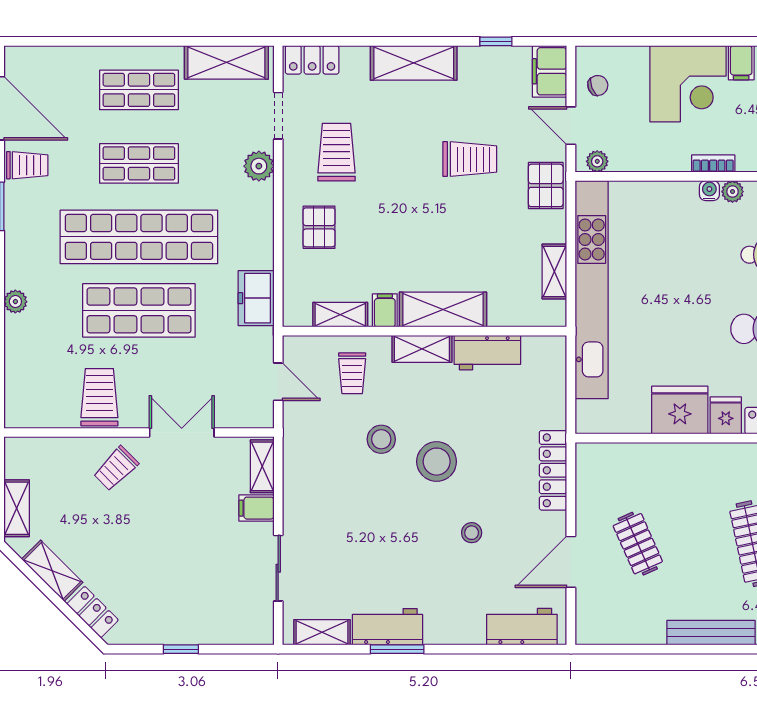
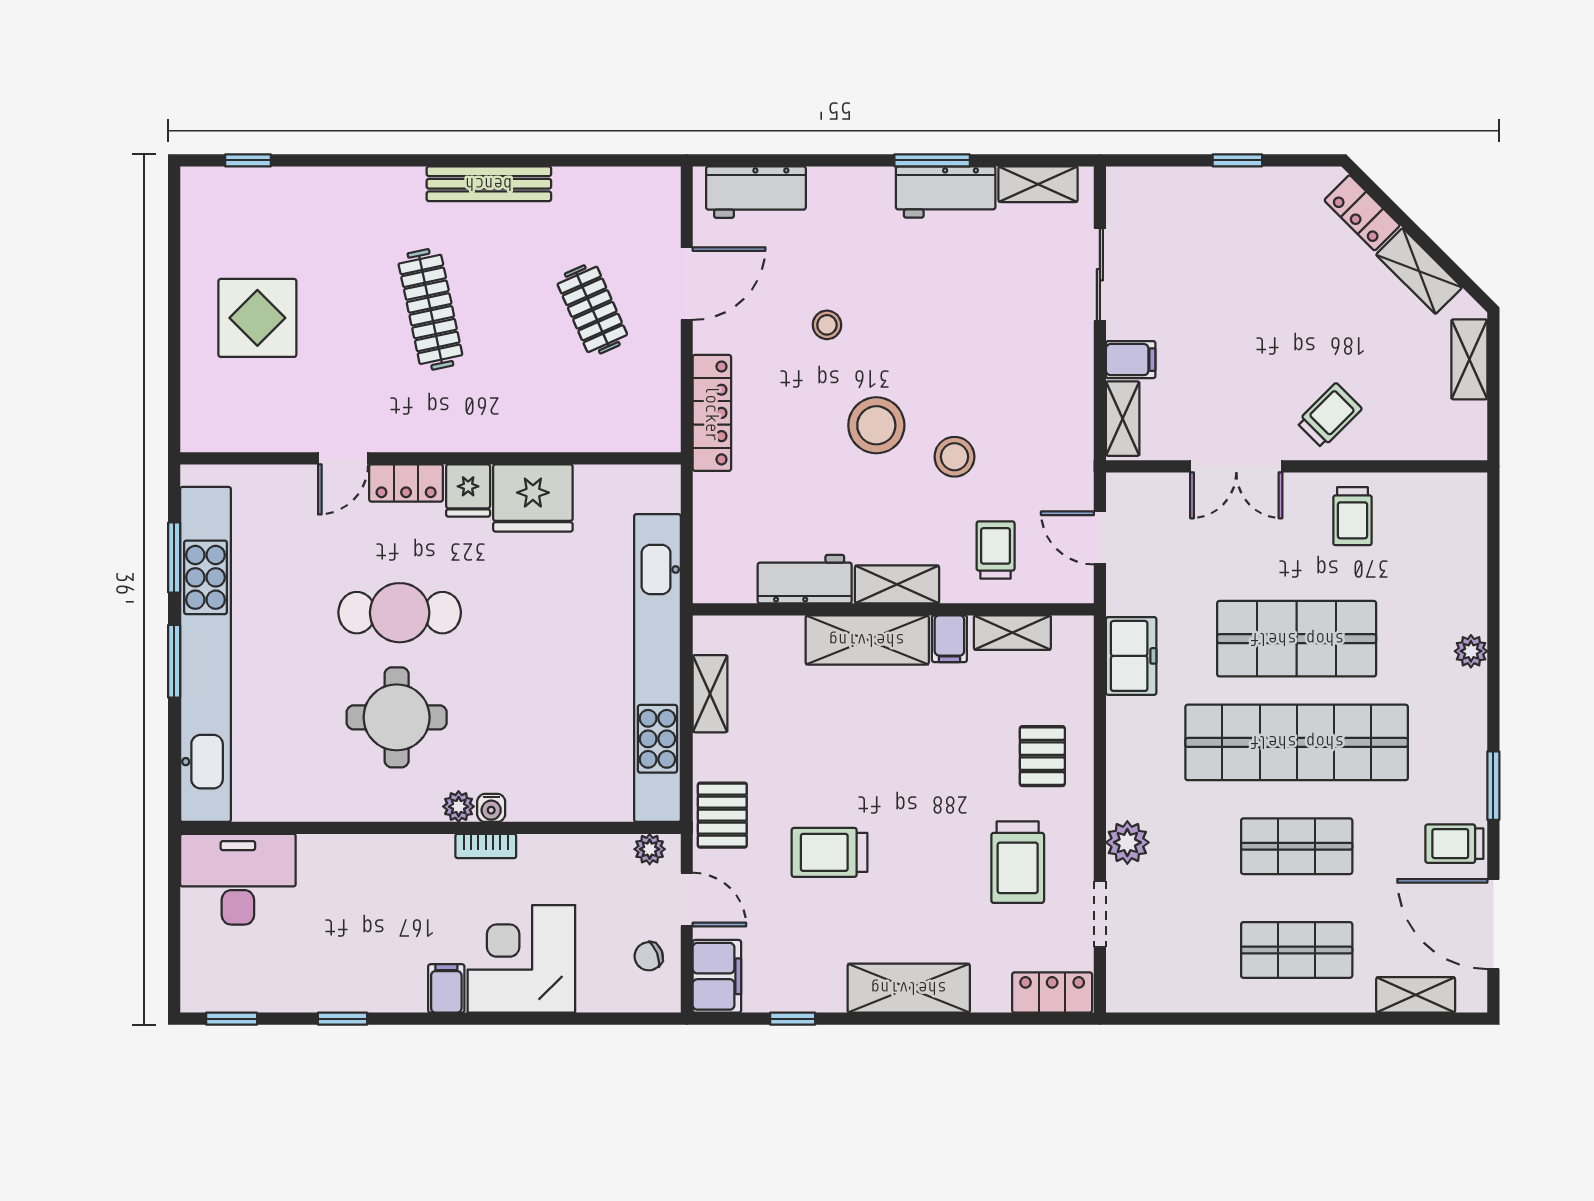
shelving: (226, 62) -> (1416, 995), moved, width x0.67, depth x0.75
trolley: (99, 397) -> (1352, 516), width x0.73, depth x0.72

